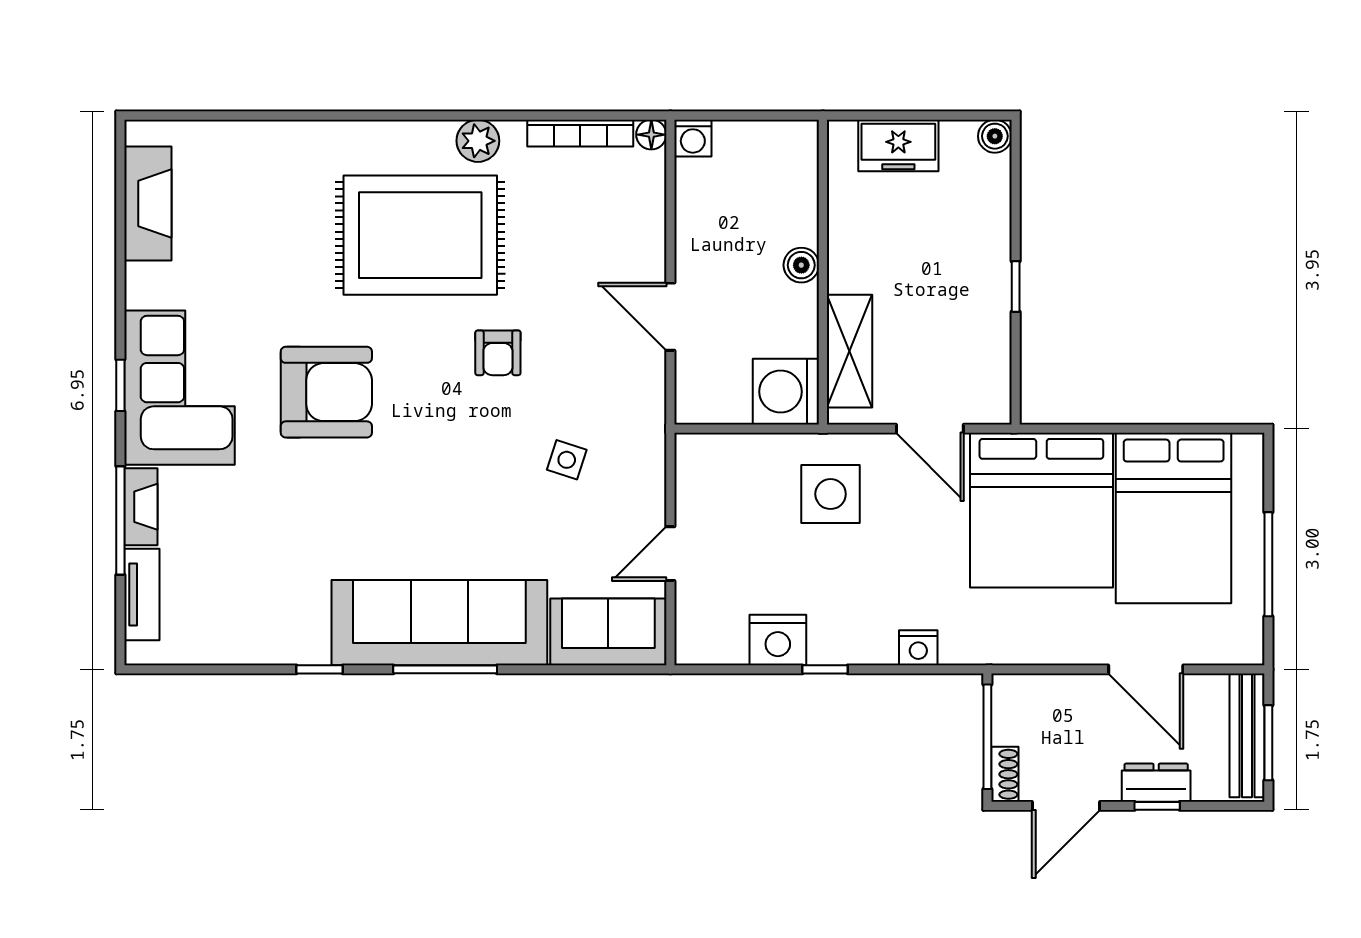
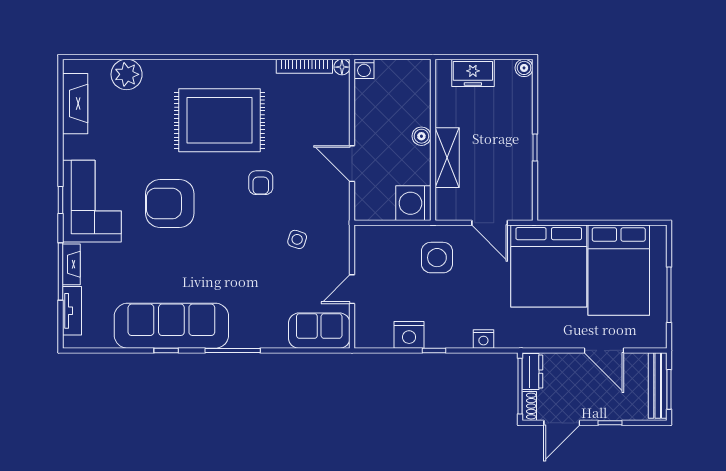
plant: (478, 141) -> (127, 74), moved, width x1.36, depth x1.36
shelving: (849, 351) -> (447, 158), moved
armchair: (326, 392) -> (170, 204), turned 180
sofa: (439, 623) -> (171, 326), moved
dresser: (1156, 783) -> (532, 372), moved, turned 90

